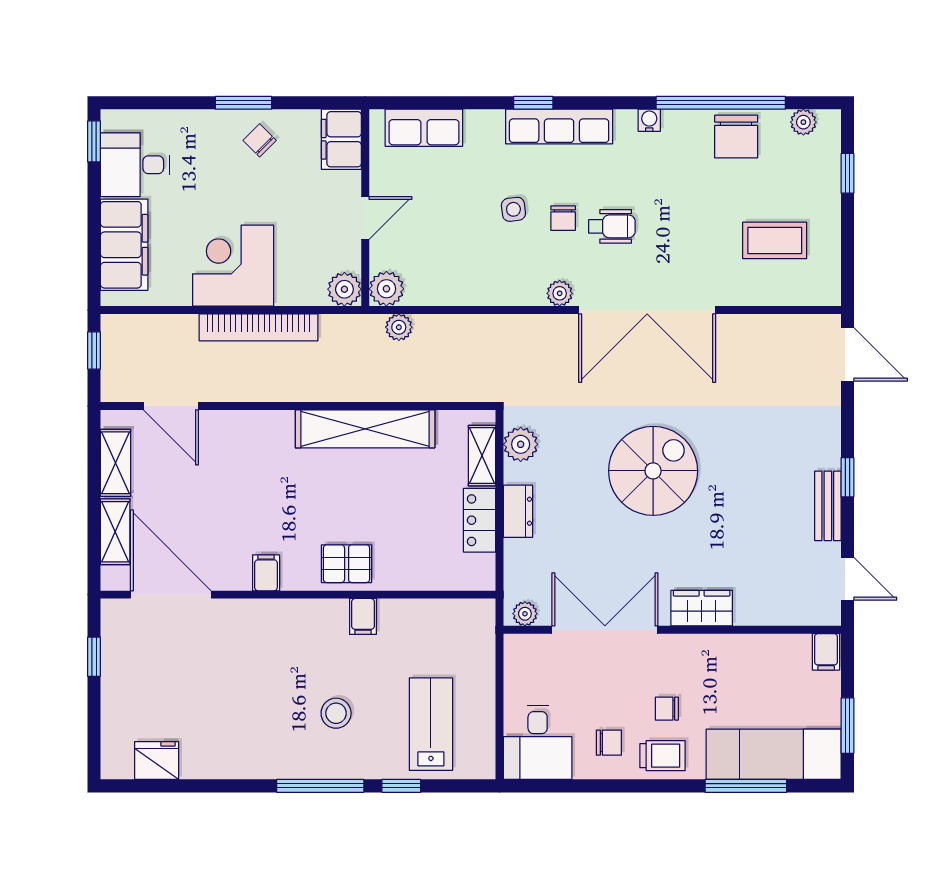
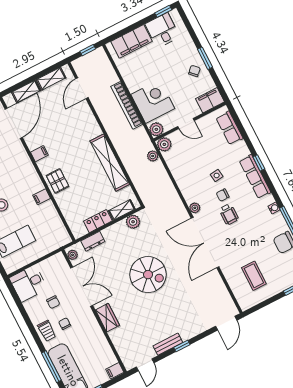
corner desk: (233, 266) -> (153, 101), moved
dresser: (518, 511) -> (93, 241), moved
chair: (609, 743) -> (53, 302), moved

